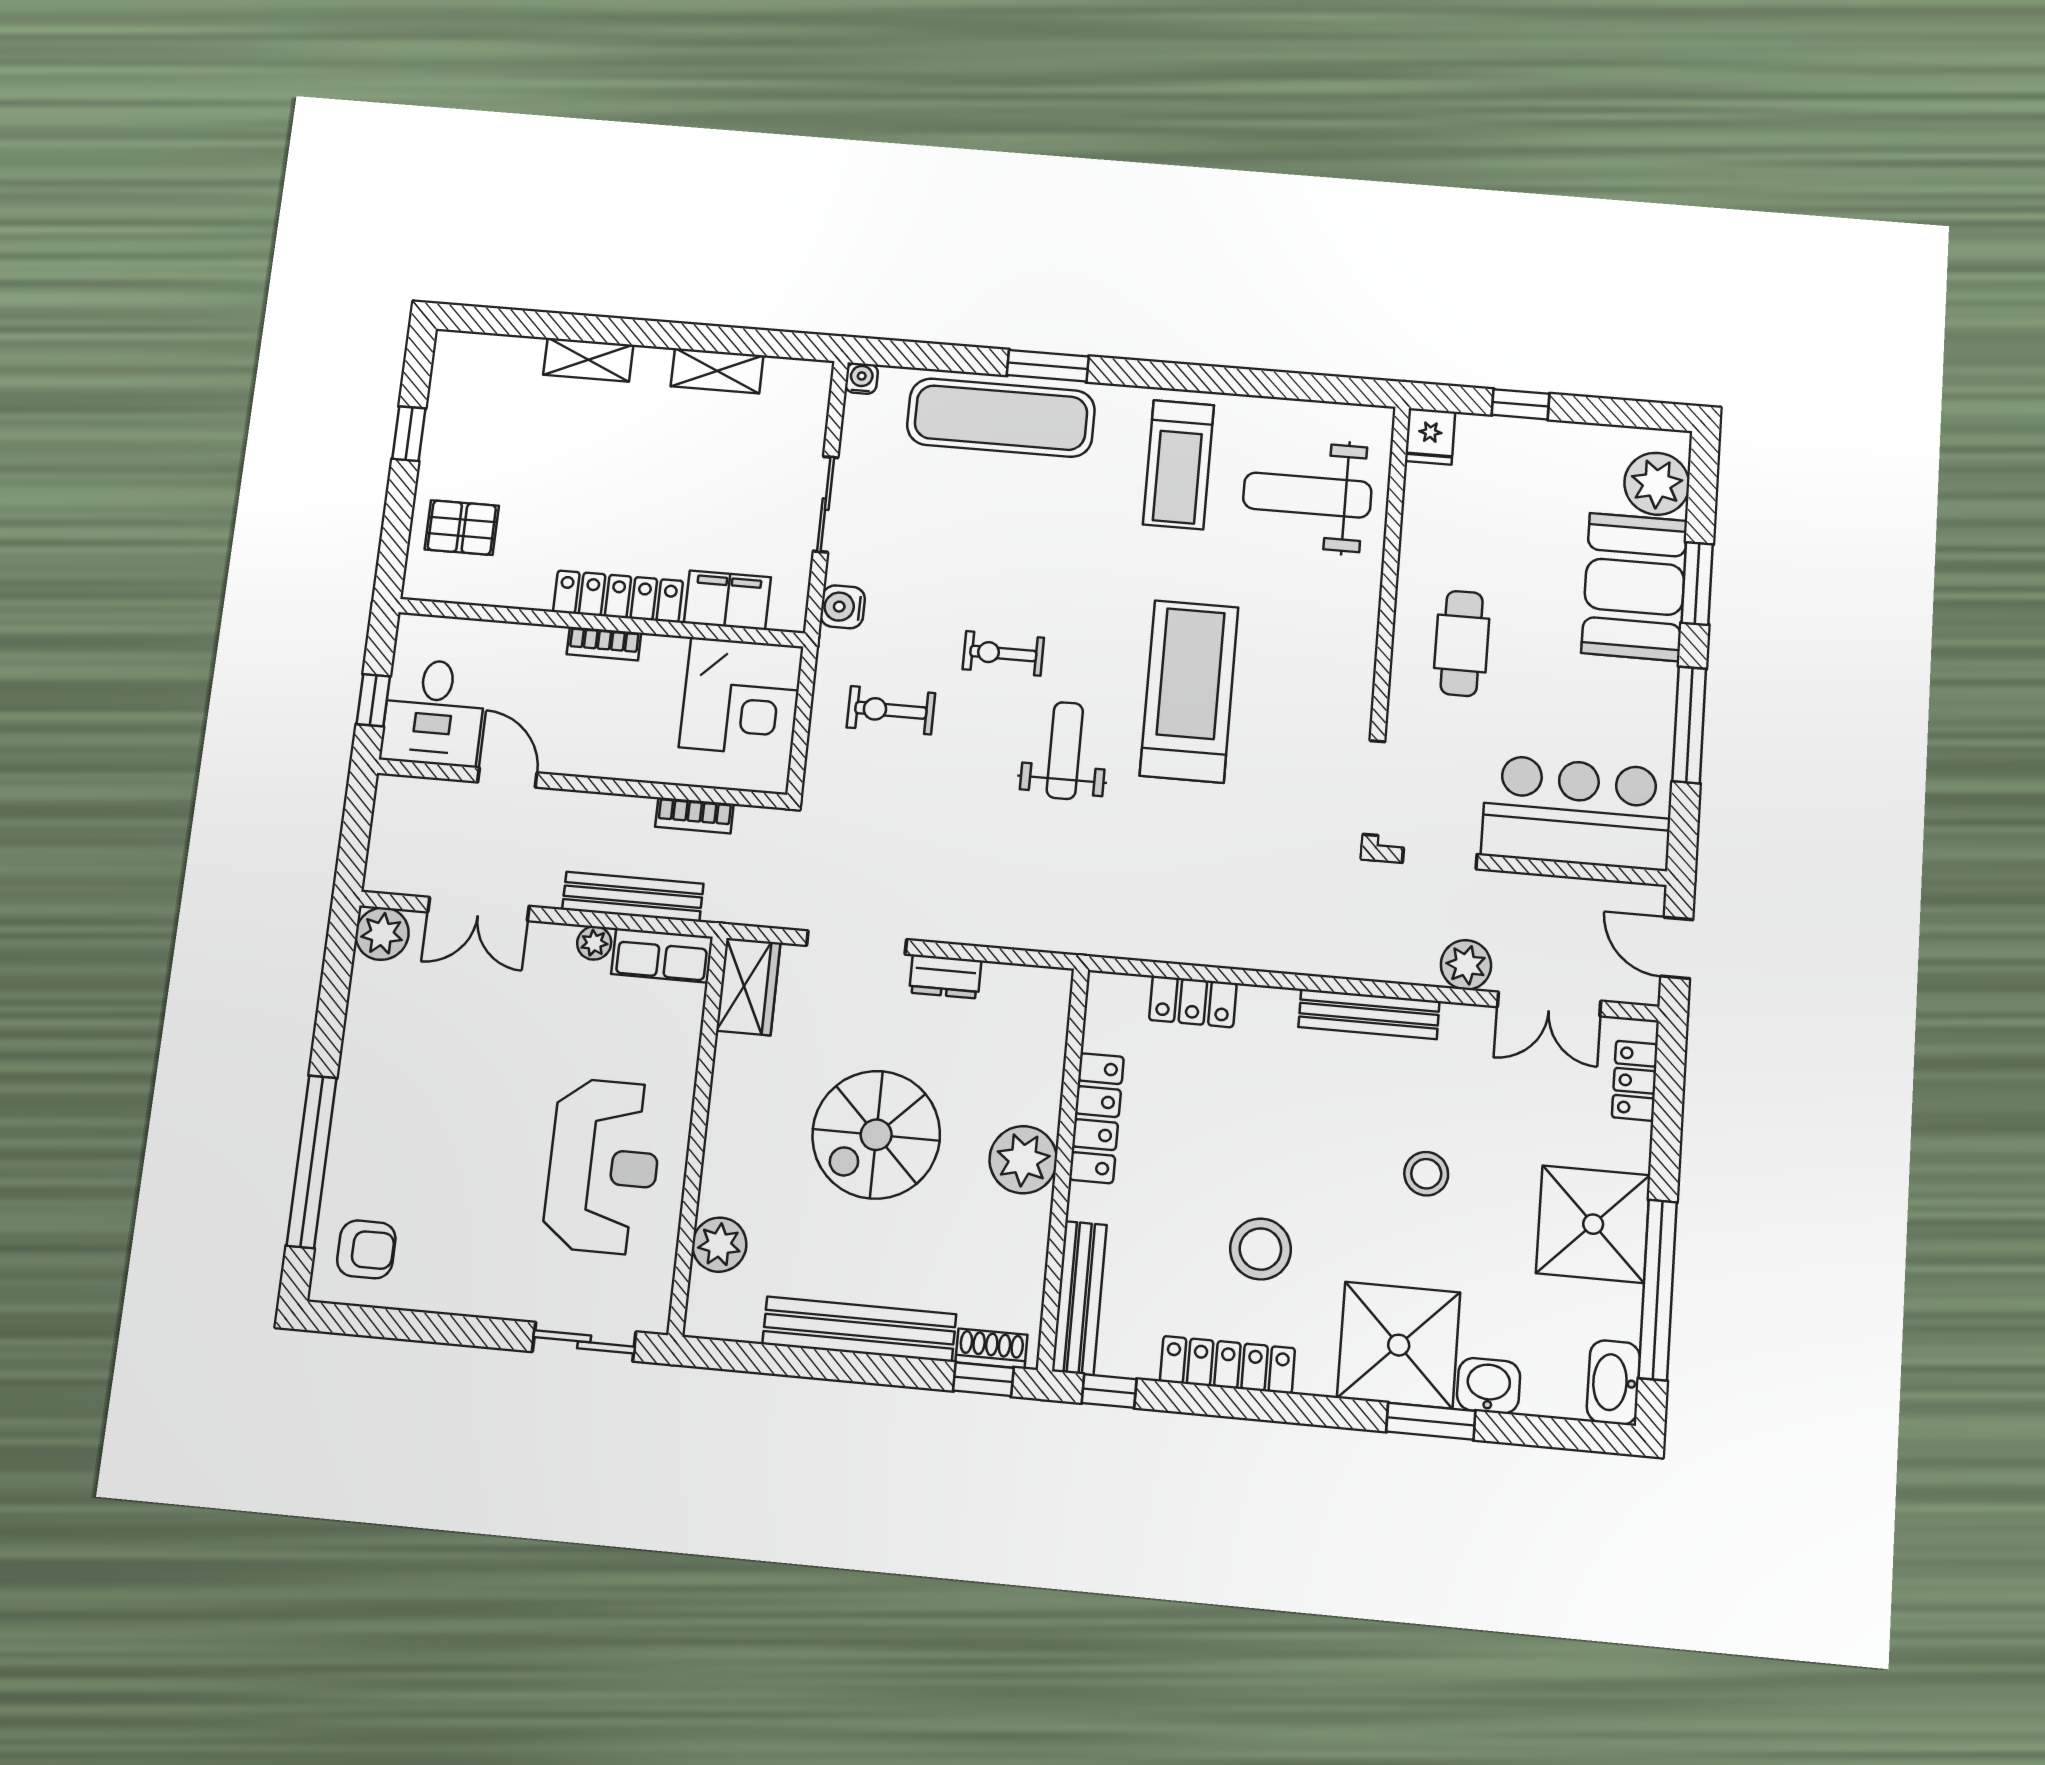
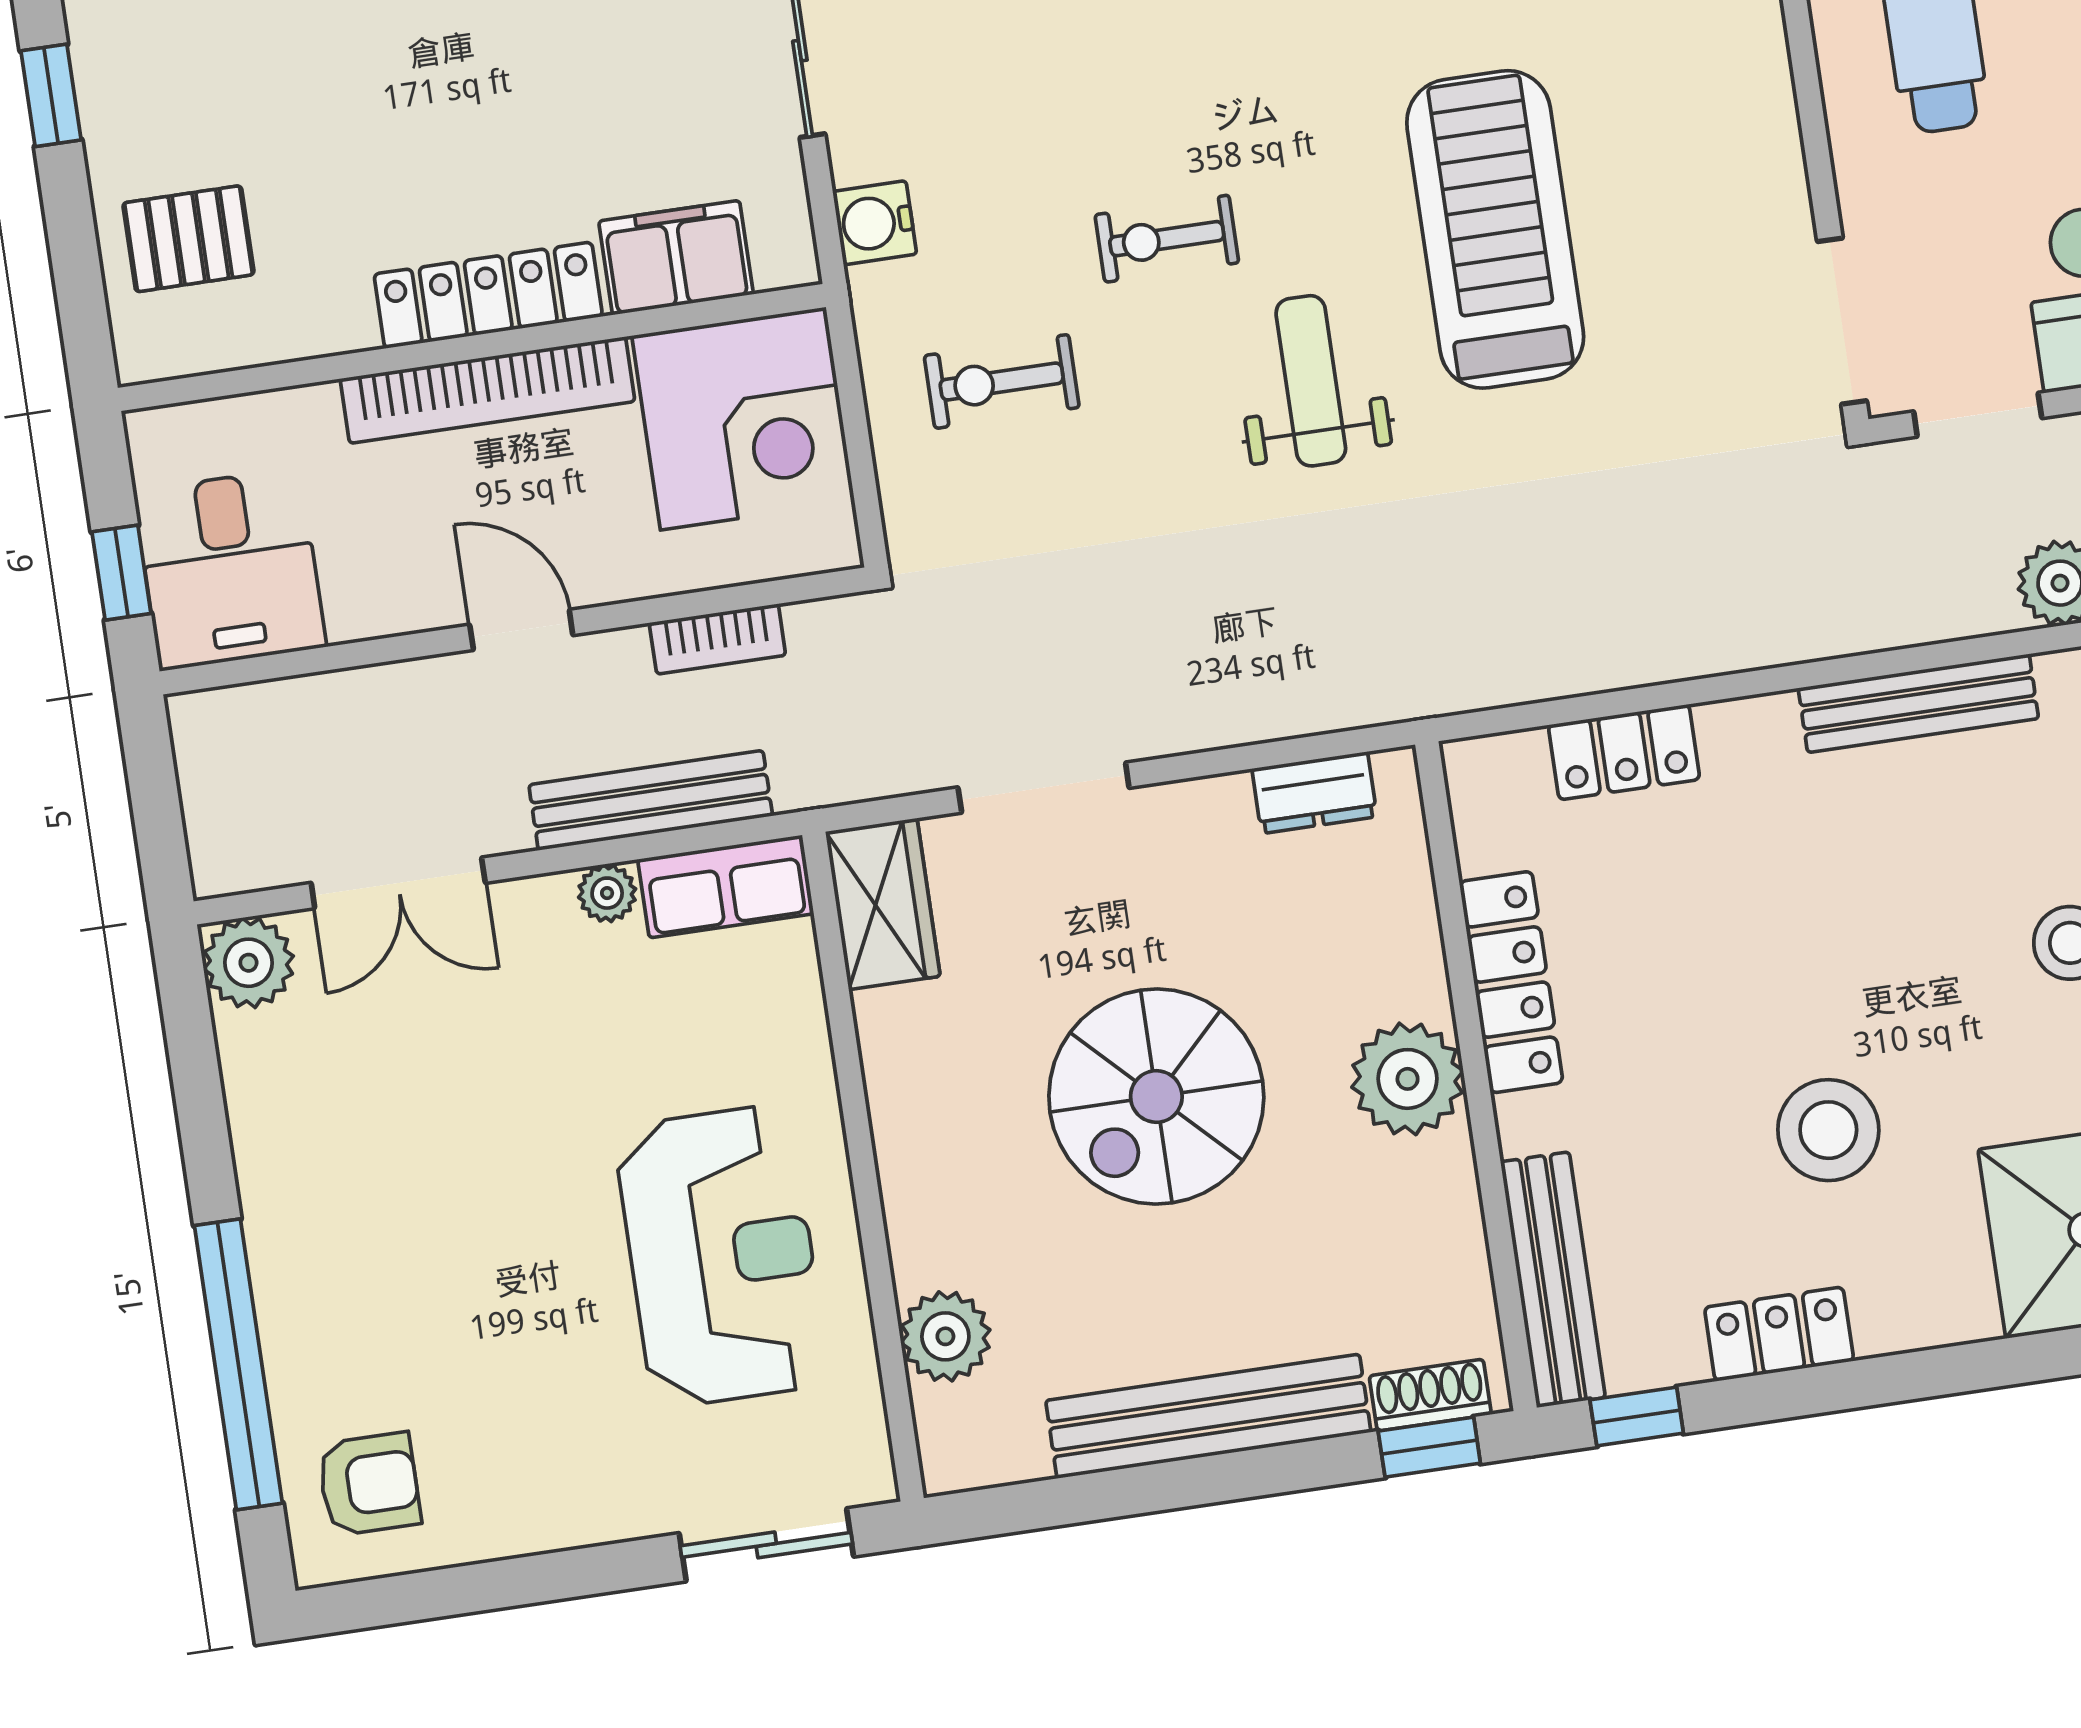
bookcase: (604, 644) -> (487, 390), width x2.31, depth x1.31
door: (507, 777) -> (521, 630), moved
dresser: (945, 977) -> (1314, 793), moved
locker: (1227, 1365) -> (1779, 1334), width x0.66

